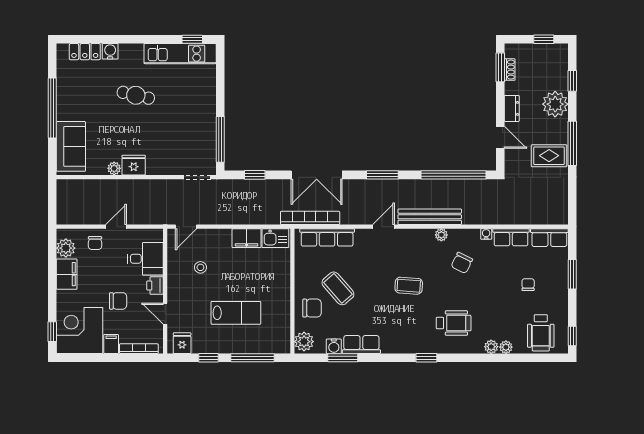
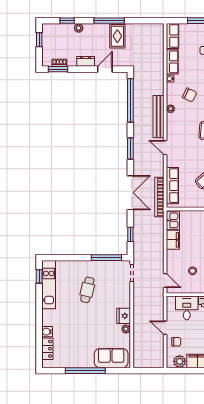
cafe table: (136, 95) -> (87, 290), moved
plant: (555, 104) -> (79, 28), width x0.53, depth x0.53

